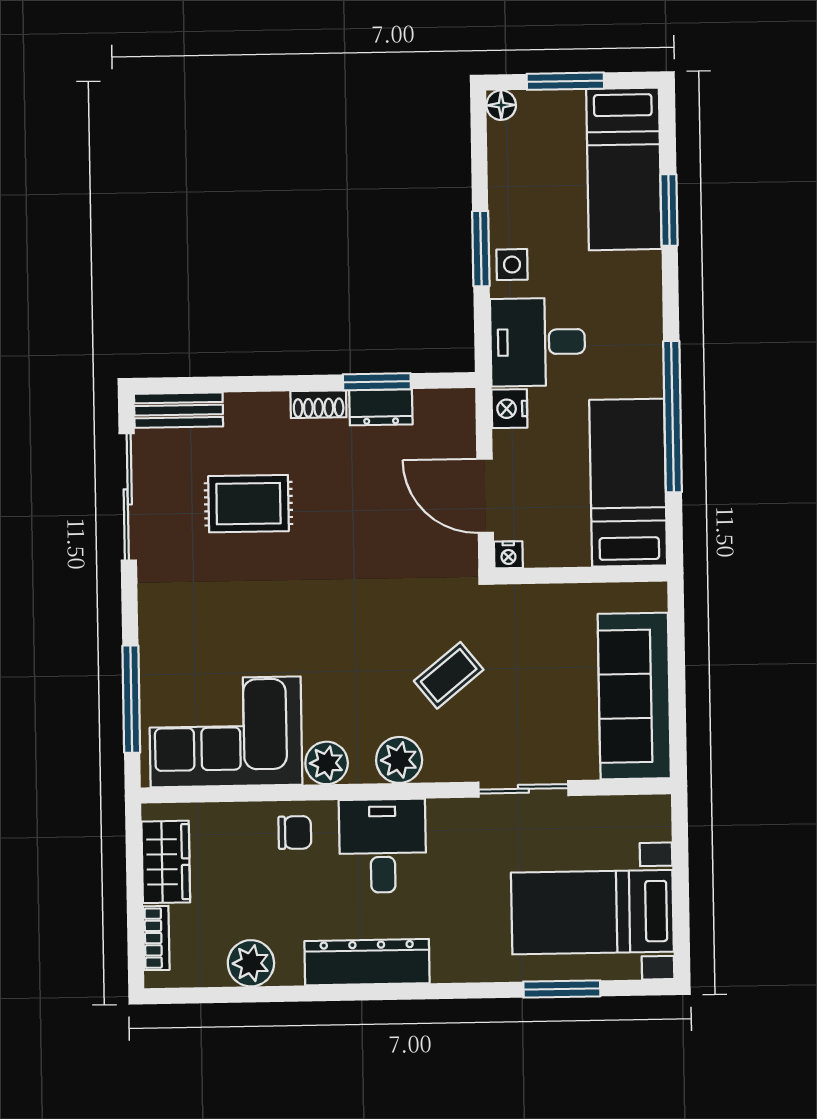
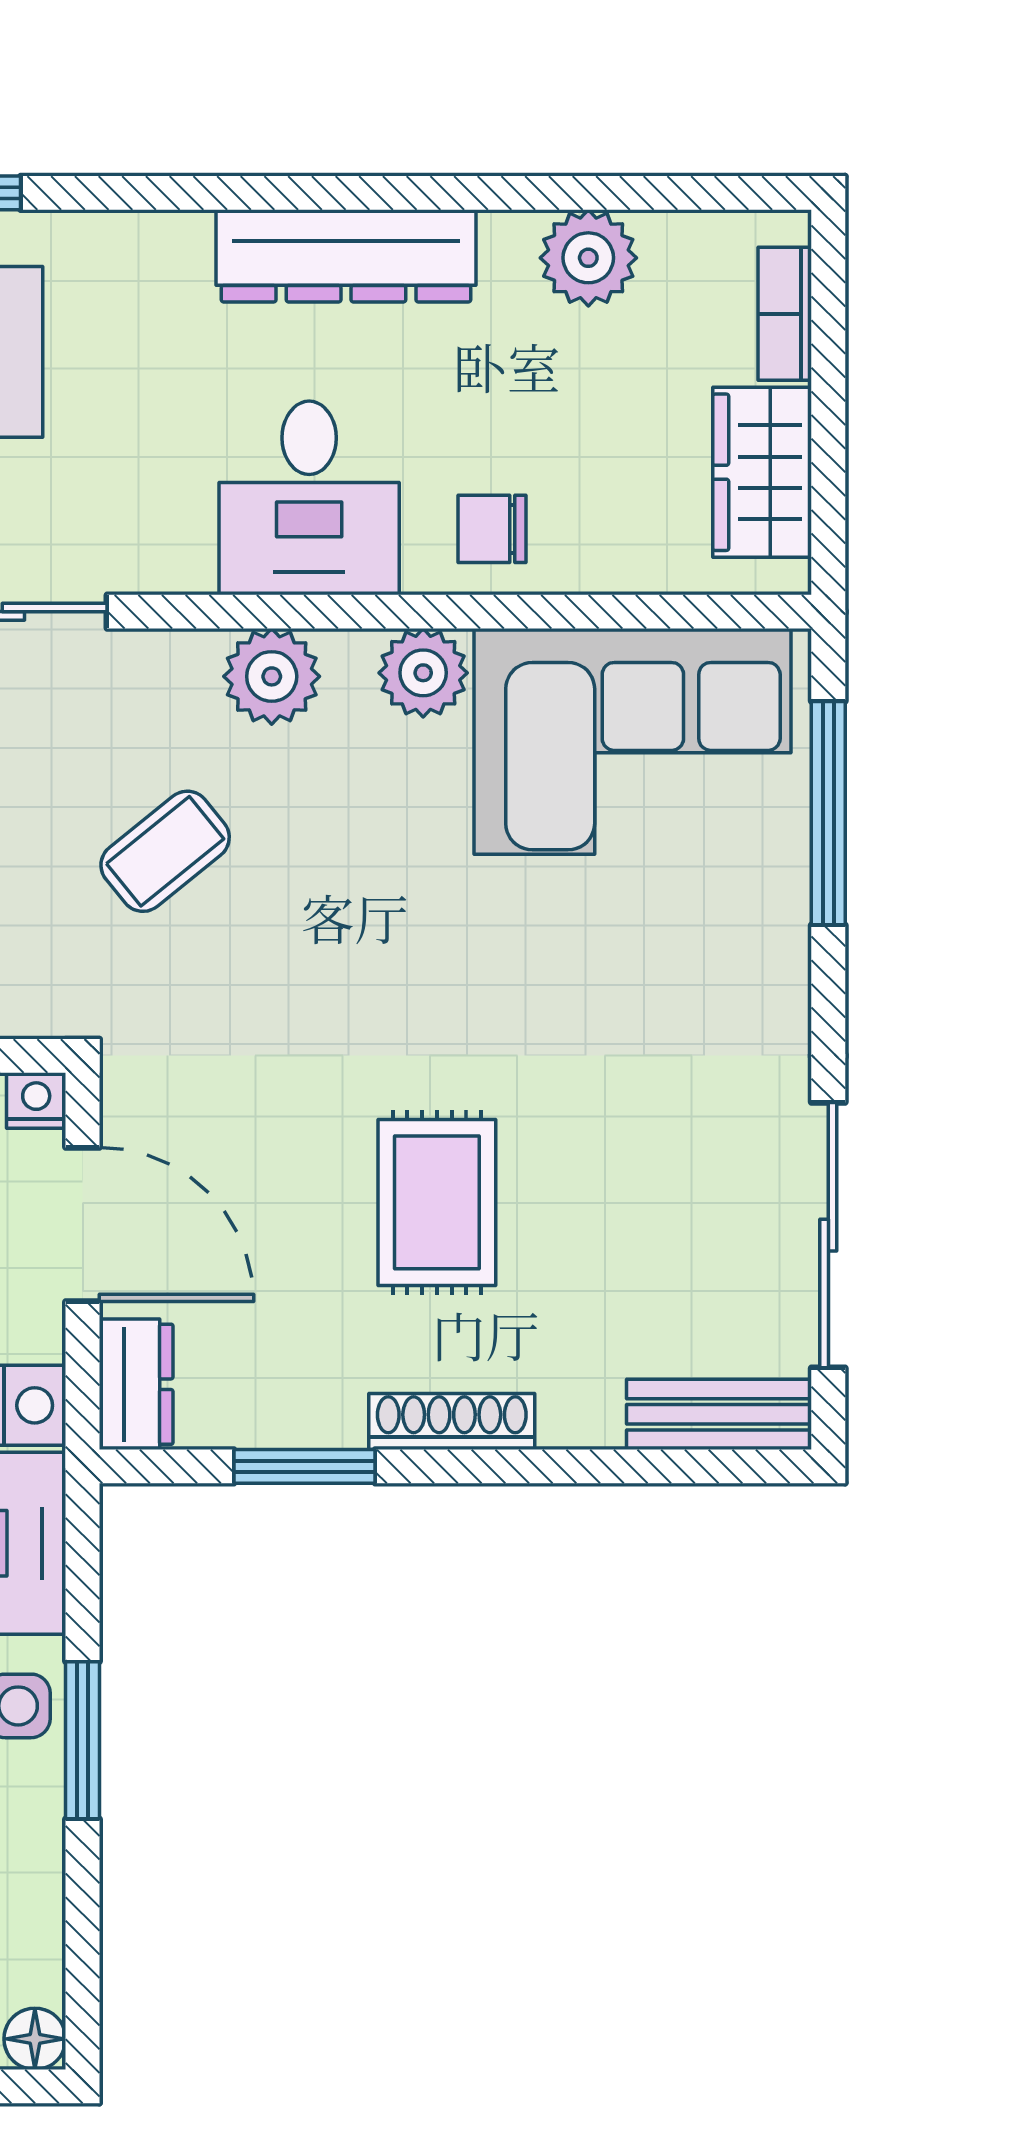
shoe rack: (318, 404) -> (452, 1422), width x1.43
dresser: (381, 407) -> (136, 1384), moved, turned 90
rug: (248, 504) -> (437, 1202), moved, turned 90

